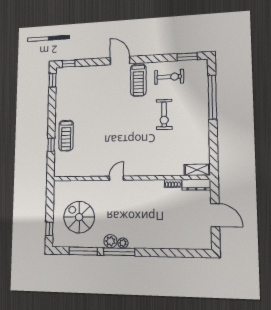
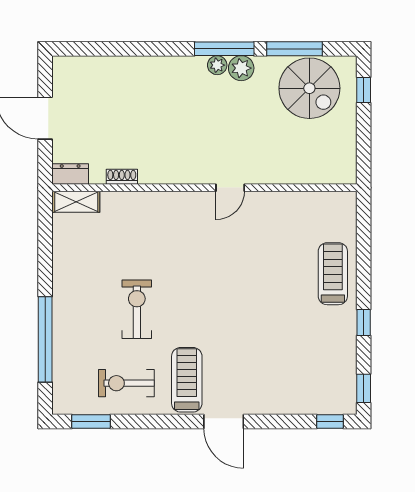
window: (51, 145) -> (364, 323), moved
dresser: (196, 185) -> (70, 174), width x0.70
spiral stairs: (79, 217) -> (309, 88), moved

